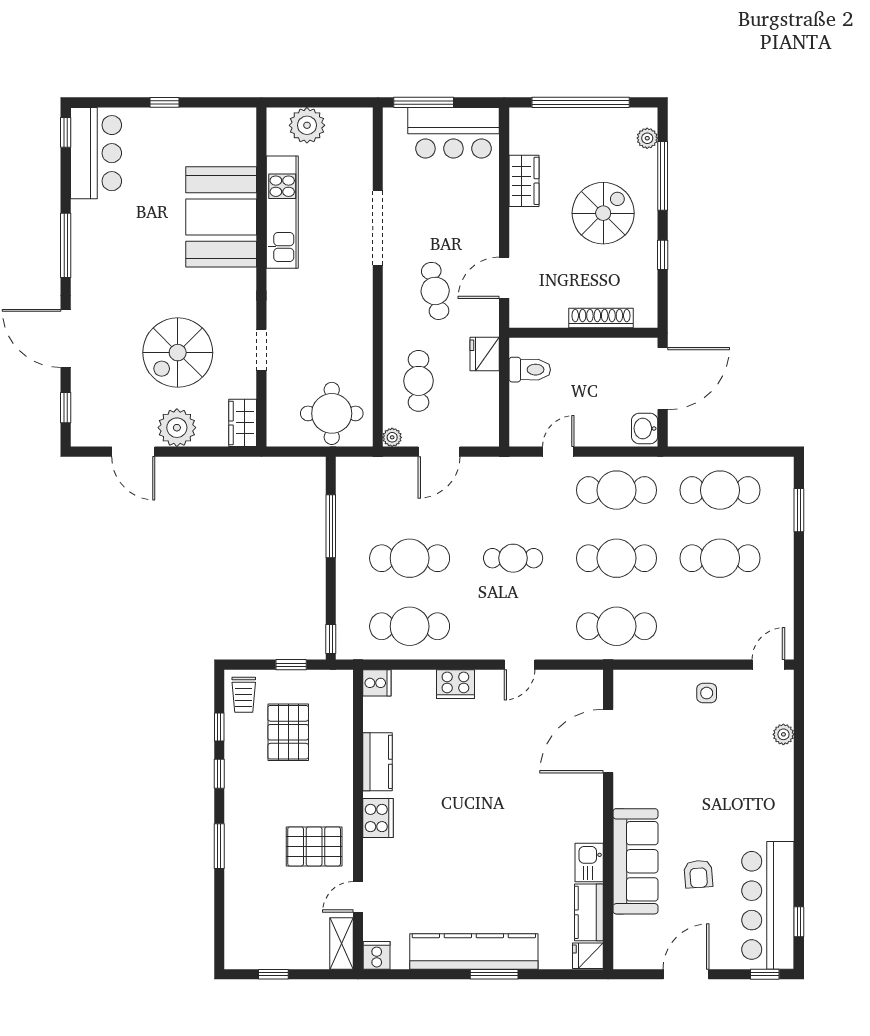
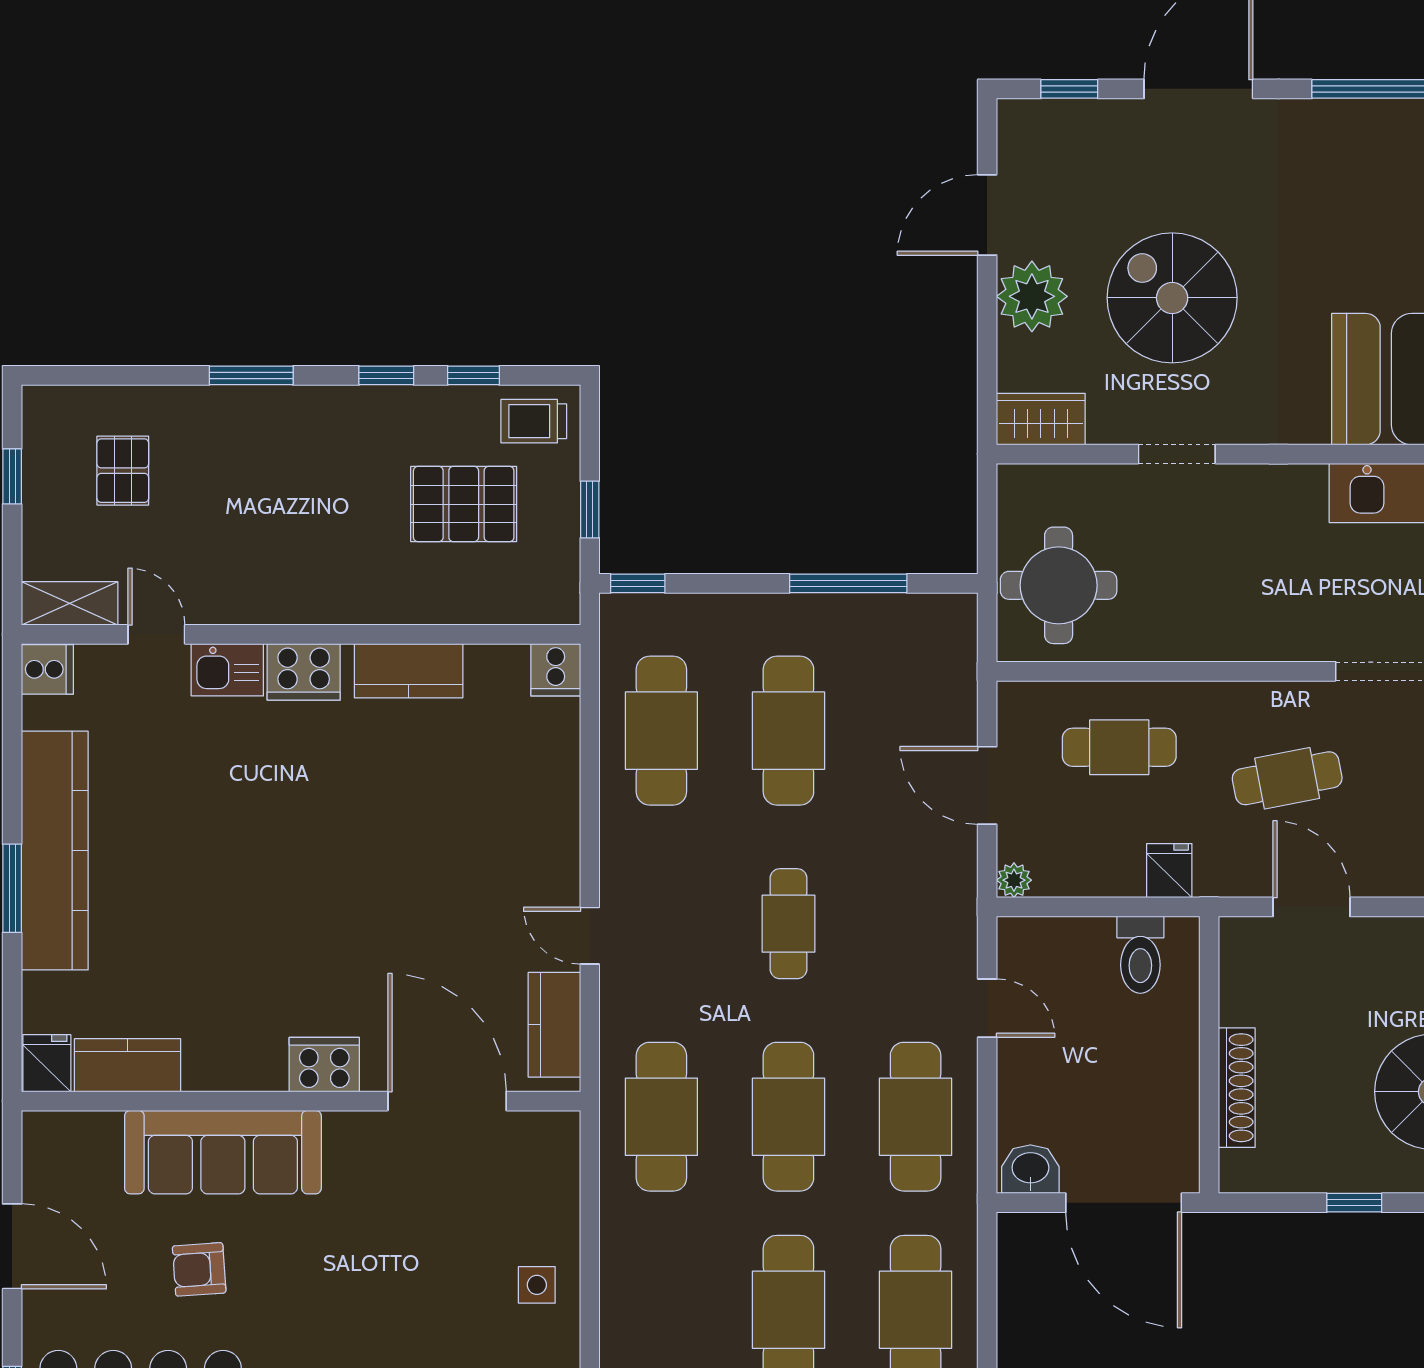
fridge: (485, 354) -> (1169, 871), width x0.72
plant: (392, 437) -> (1014, 880), moved
cooker: (455, 684) -> (324, 1065), moved, turned 90
kitchen counter: (567, 684) -> (554, 1025), added
pallet: (314, 846) -> (123, 471), moved, width x0.67, depth x0.71
kitchen sink: (589, 863) -> (227, 670), moved, turned 180

